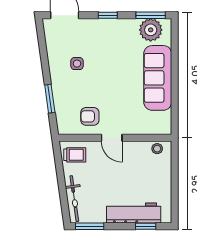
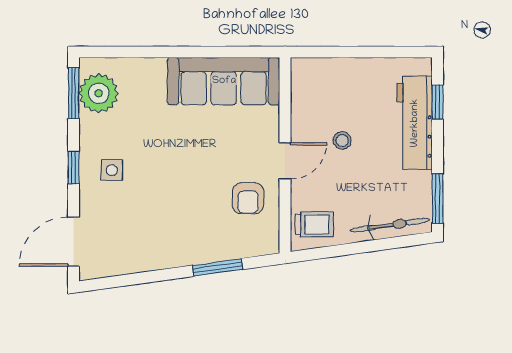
side table: (77, 64) -> (112, 170), moved
sofa: (158, 78) -> (224, 81), moved
stool: (157, 149) -> (342, 140), moved
trolley: (75, 155) -> (314, 224), turned 90

